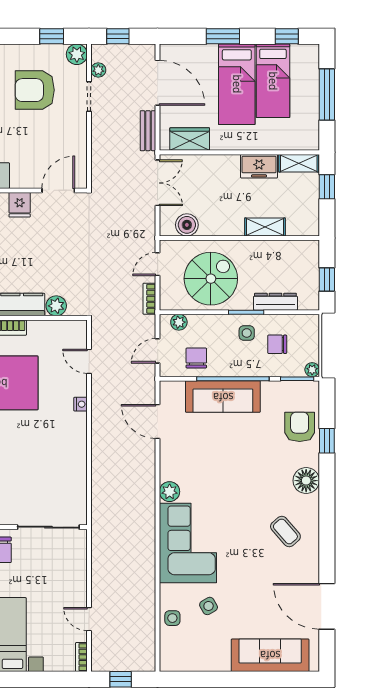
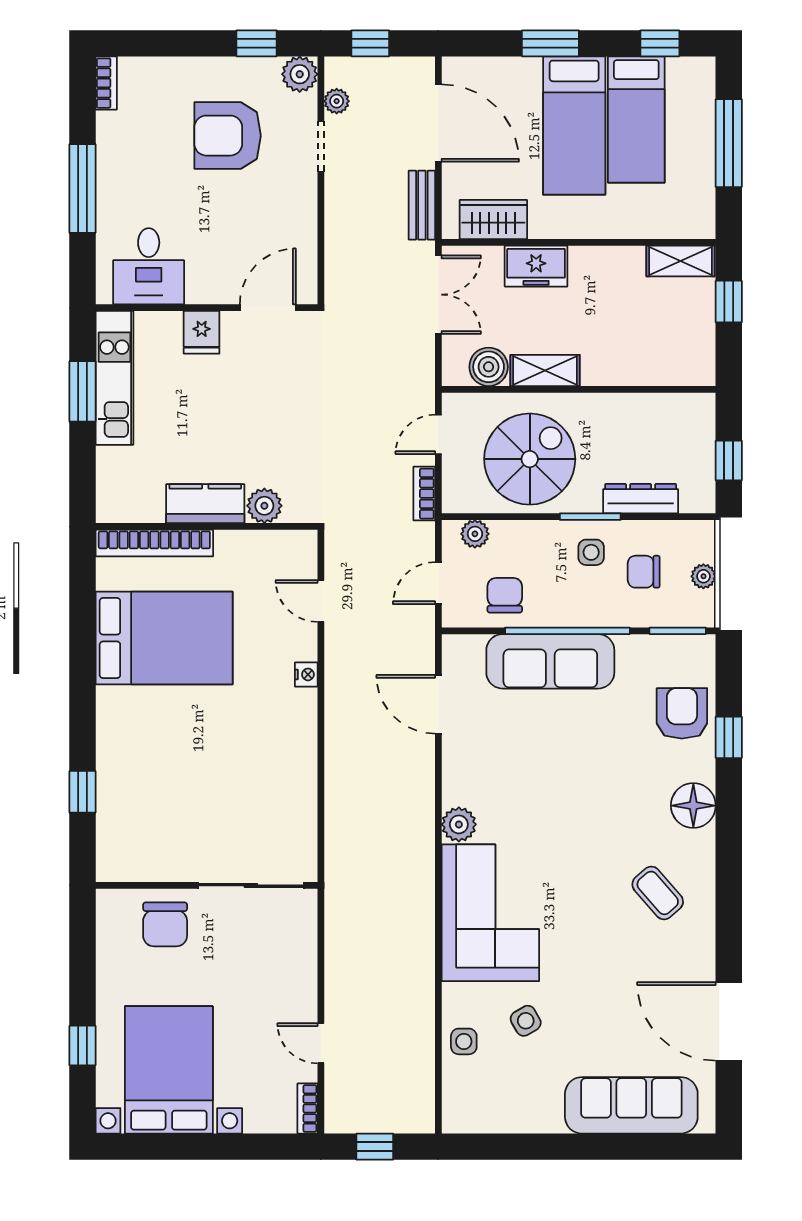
freezer: (259, 166) -> (536, 266), moved
shelving: (265, 227) -> (545, 370), moved
plant: (312, 370) -> (703, 576), moved

